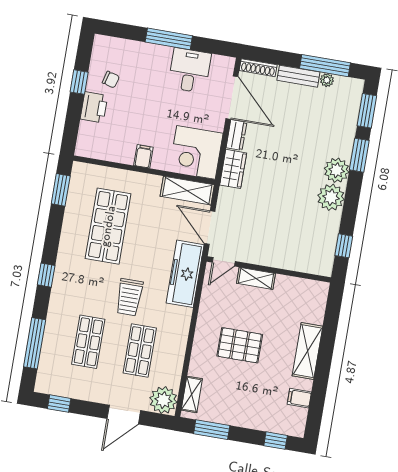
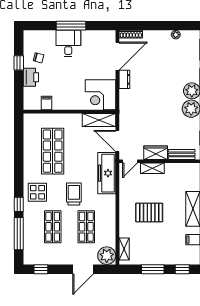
window: (325, 66) -> (173, 26), removed
desk: (190, 70) -> (68, 43), moved
bench: (298, 76) -> (182, 154), moved
door: (232, 98) -> (117, 56), hinge flipped
filing cabinet: (143, 156) -> (46, 103), moved
wardrobe: (233, 169) -> (156, 153), moved, turned -90
window: (61, 190) -> (19, 133), removed
window: (46, 275) -> (19, 204), moved
display table: (74, 285) -> (37, 192), added
trolley: (129, 297) -> (74, 194), turned 180
window: (212, 430) -> (153, 269), moved

